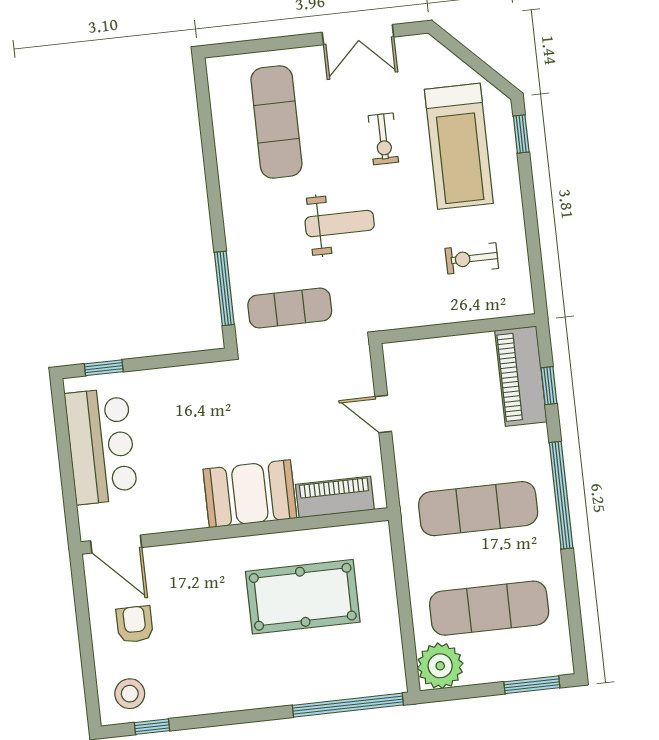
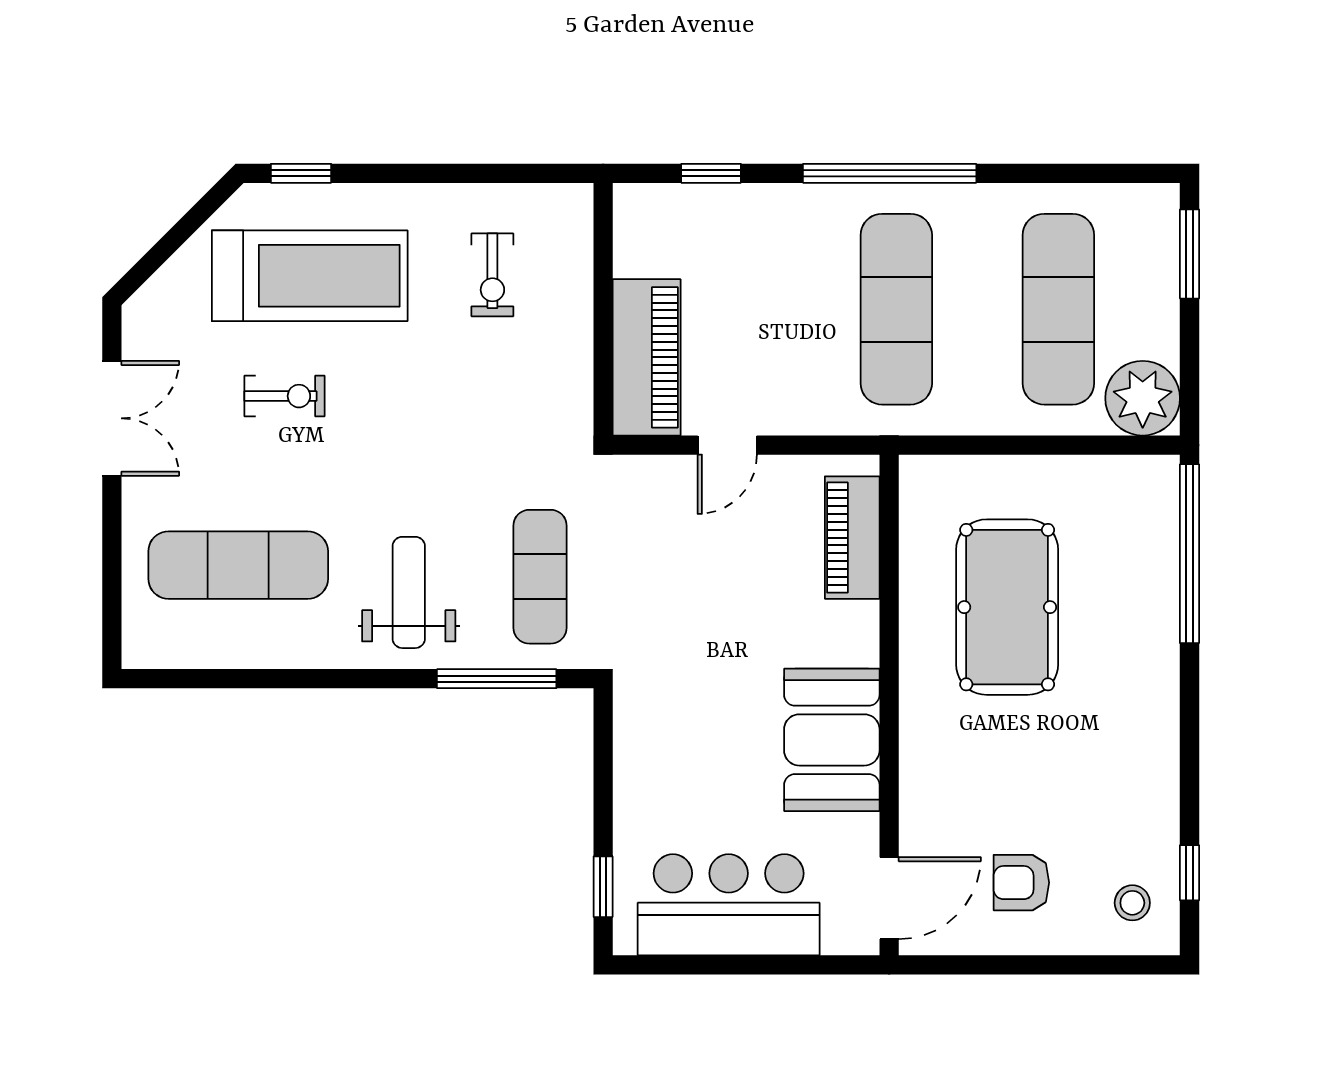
weight bench: (340, 224) -> (409, 592), moved
piano: (521, 376) -> (647, 357), moved, turned -90
booth: (250, 494) -> (832, 740), moved
stool: (130, 694) -> (1132, 903), width x0.73, depth x0.73

